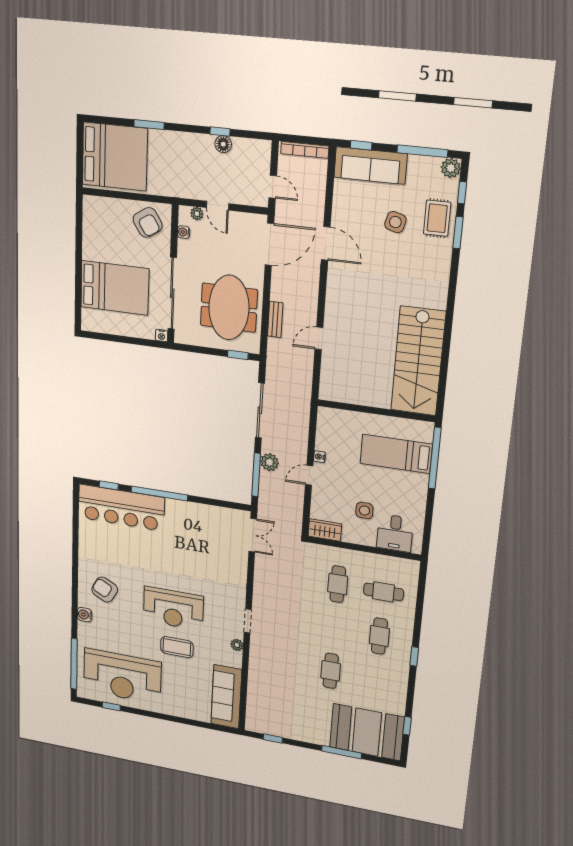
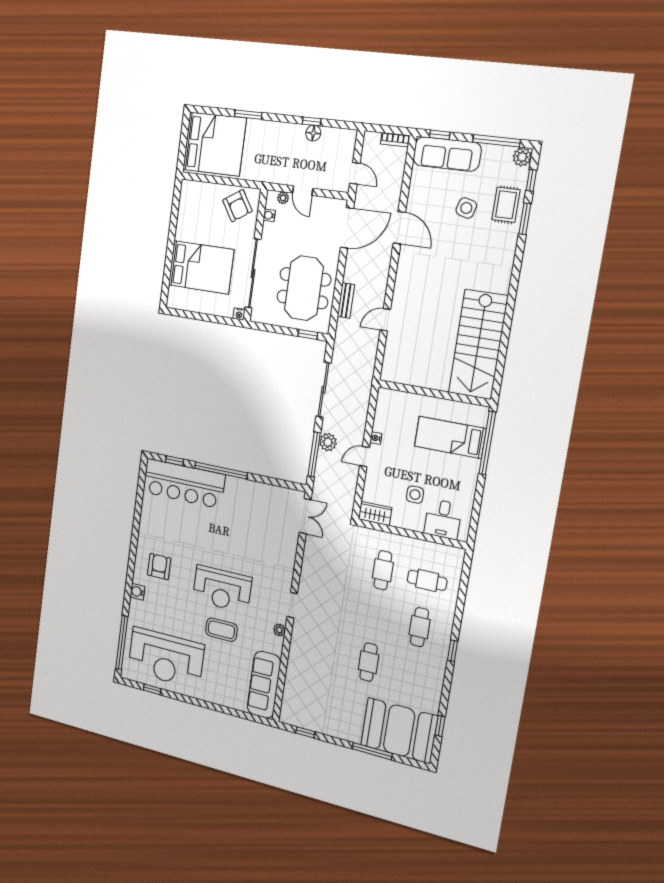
bookcase: (305, 150) -> (395, 140), width x0.64
armchair: (105, 590) -> (159, 567), turned 62

